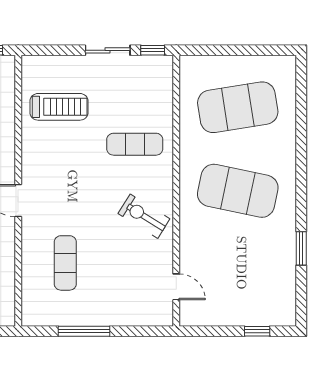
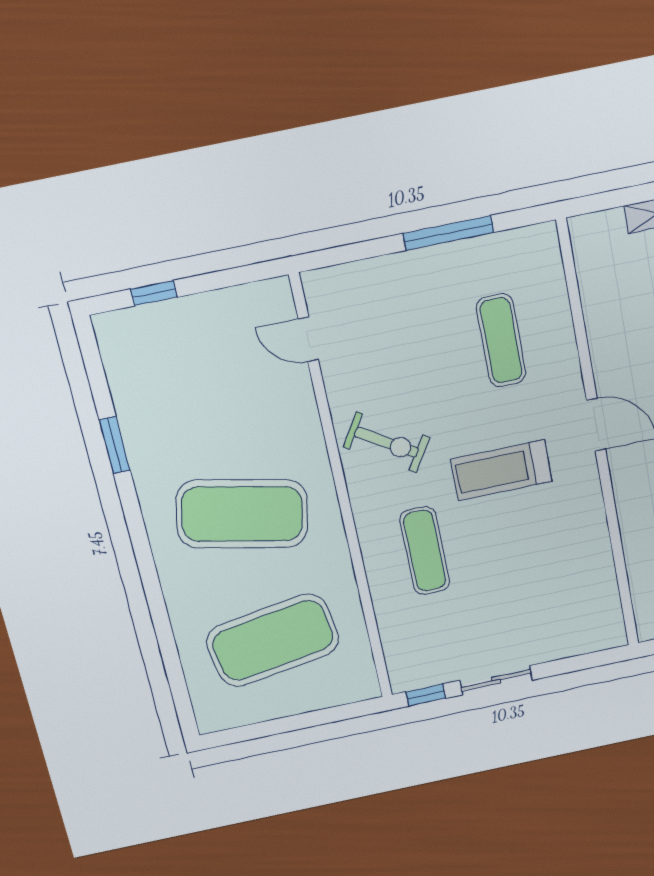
treadmill: (59, 107) -> (501, 470), moved
exercise mat: (135, 144) -> (425, 551), turned 90

